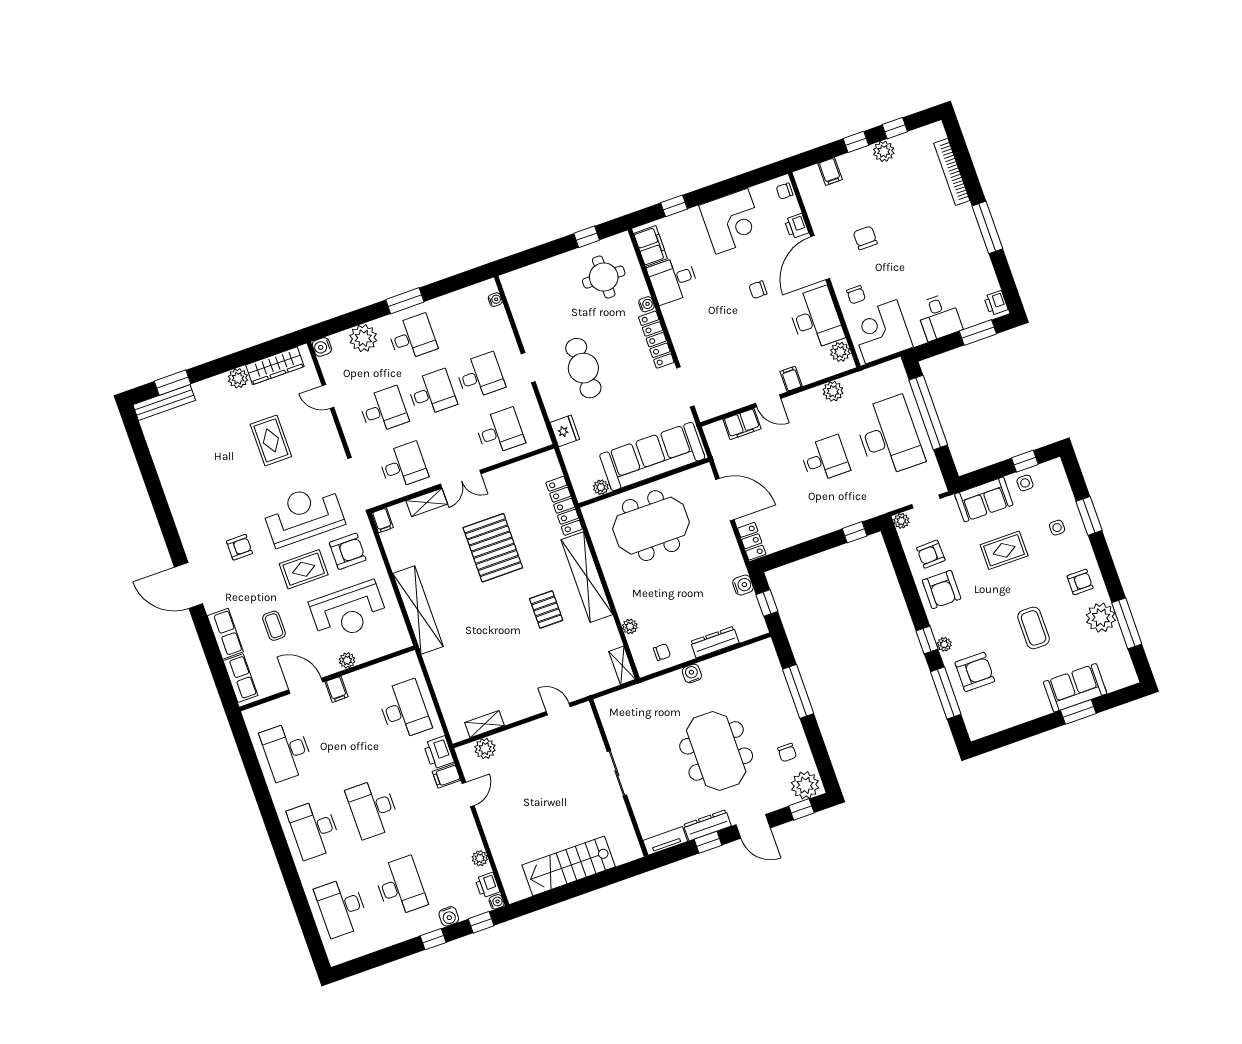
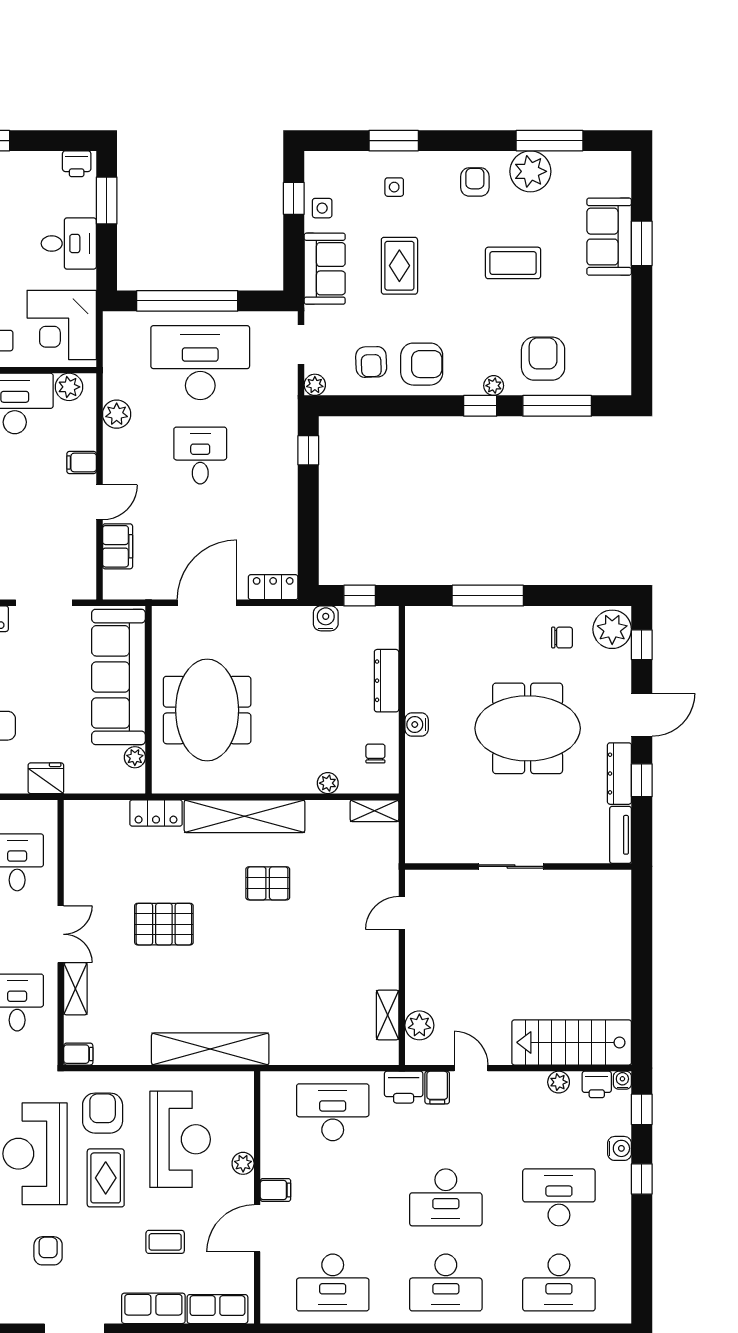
locker: (564, 506) -> (156, 813), width x0.66
pallet: (493, 548) -> (164, 924), width x0.73, depth x0.71
stairs: (569, 866) -> (572, 1042), moved, turned 90

